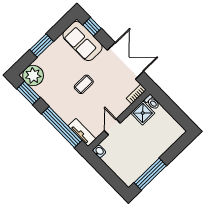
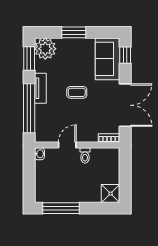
toilet: (152, 102) -> (85, 156), moved
shower: (143, 113) -> (111, 194), moved
tv unit: (82, 132) -> (40, 88), moved

